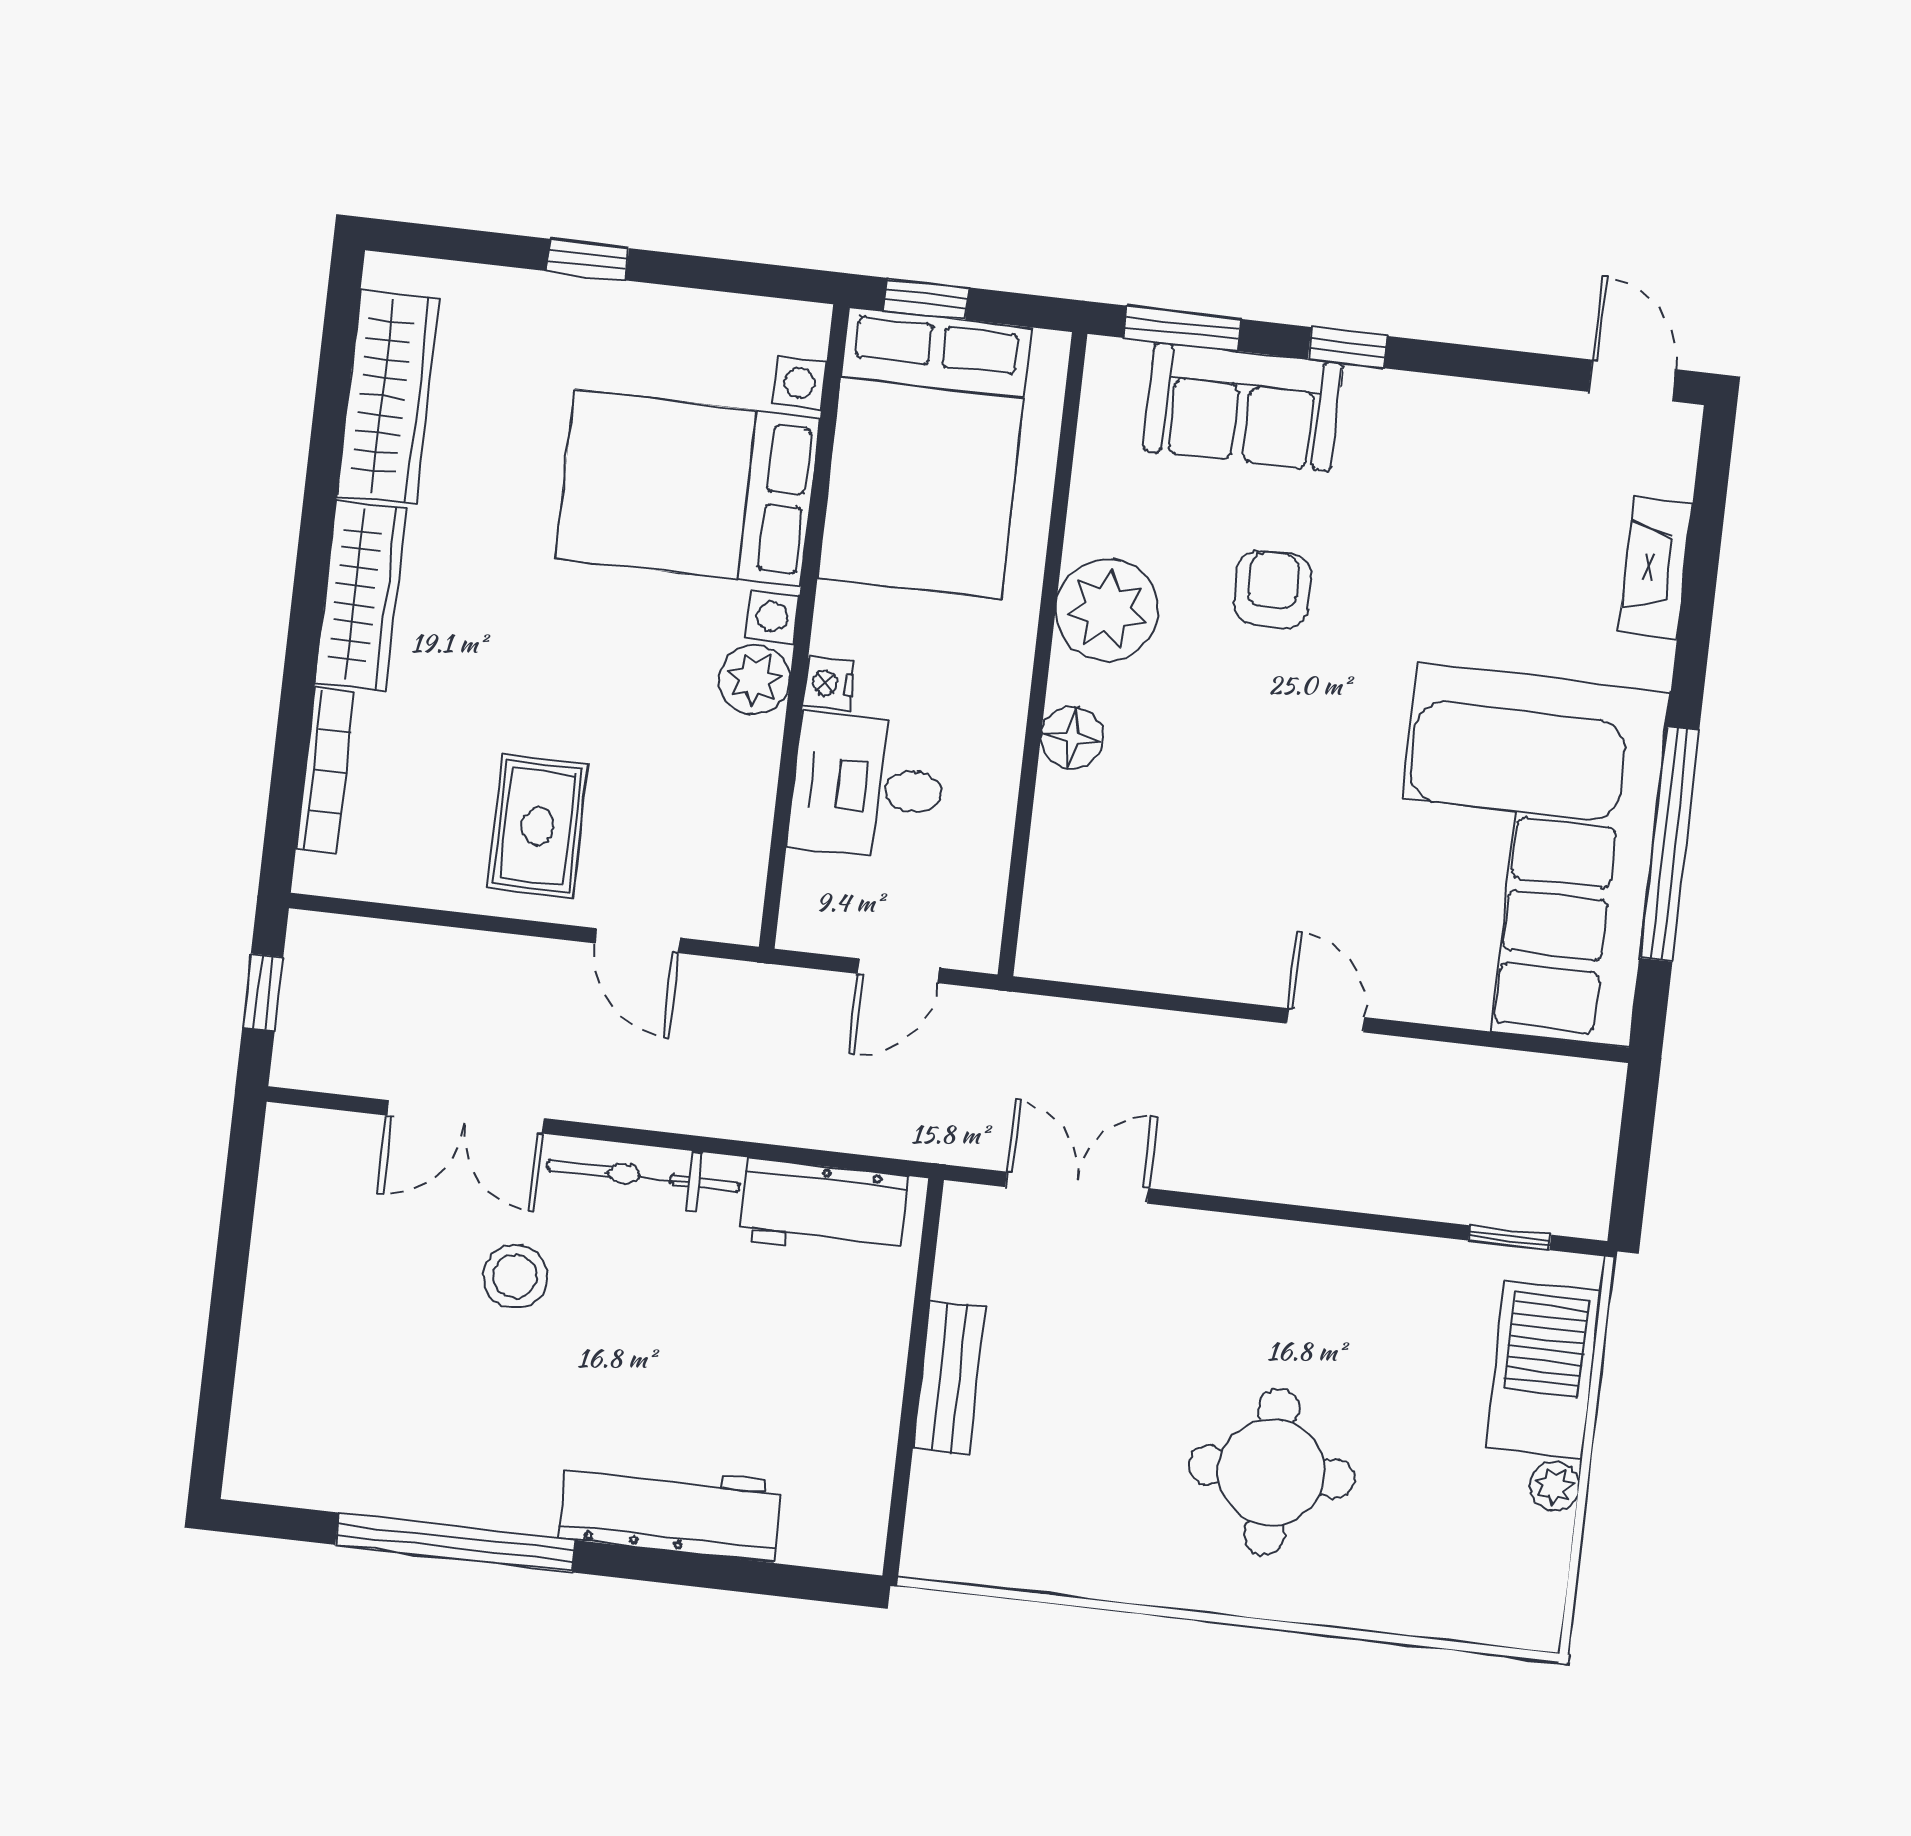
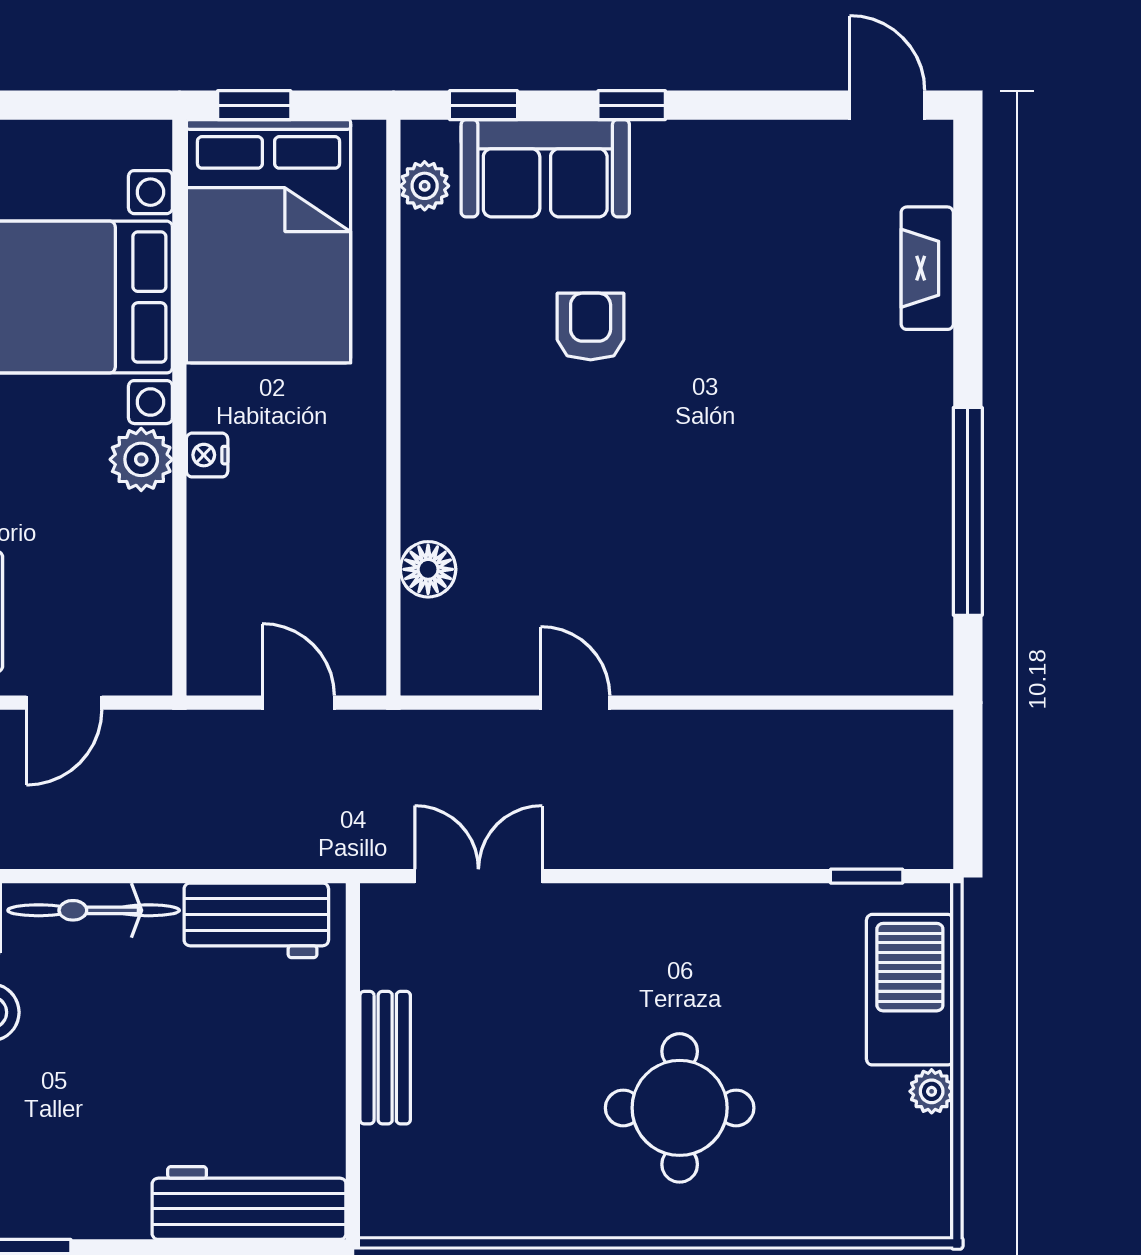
window: (1182, 328) -> (483, 105), width x0.67
plant: (1107, 610) -> (425, 186), moved, width x0.53, depth x0.53
floor lamp: (1072, 738) -> (428, 569), moved
desk: (868, 787) -> (252, 543), removed
corner sofa: (1524, 855) -> (840, 536), removed
door: (637, 941) -> (64, 703), hinge flipped
door: (898, 971) -> (298, 703), swing flipped
door: (1326, 1020) -> (575, 703), moved
workbench: (670, 1510) -> (249, 1203), moved

